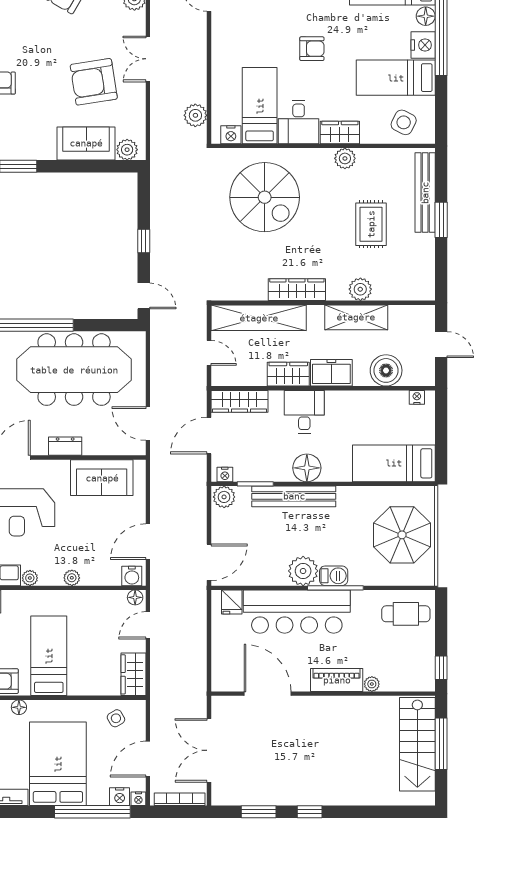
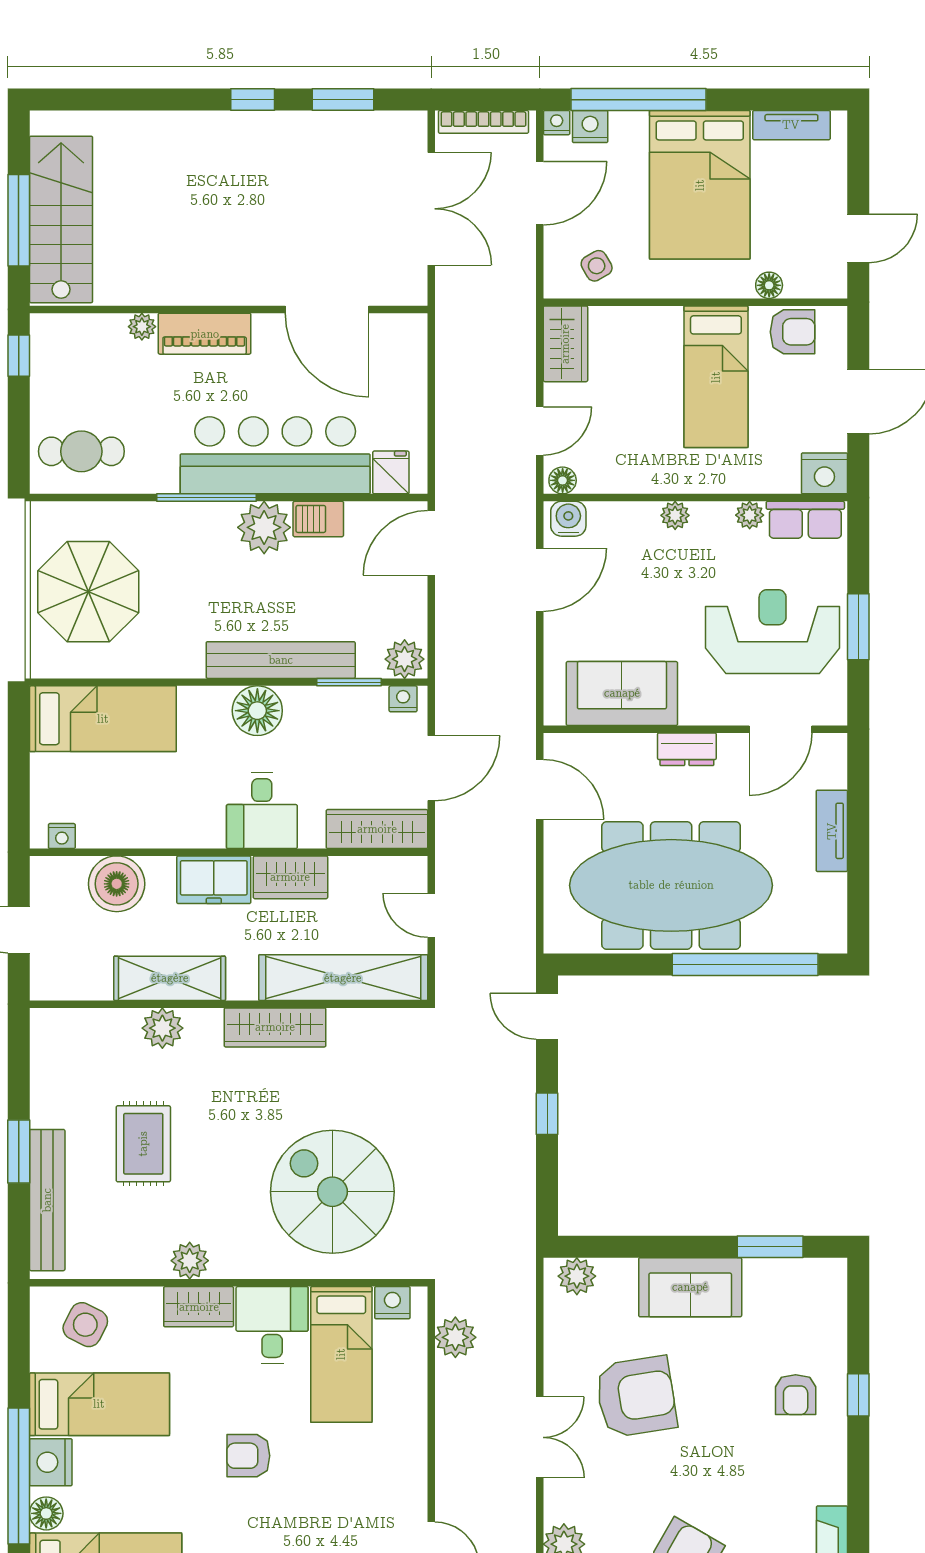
sofa: (86, 143) -> (690, 1287), moved
barbecue: (334, 576) -> (318, 519), moved

